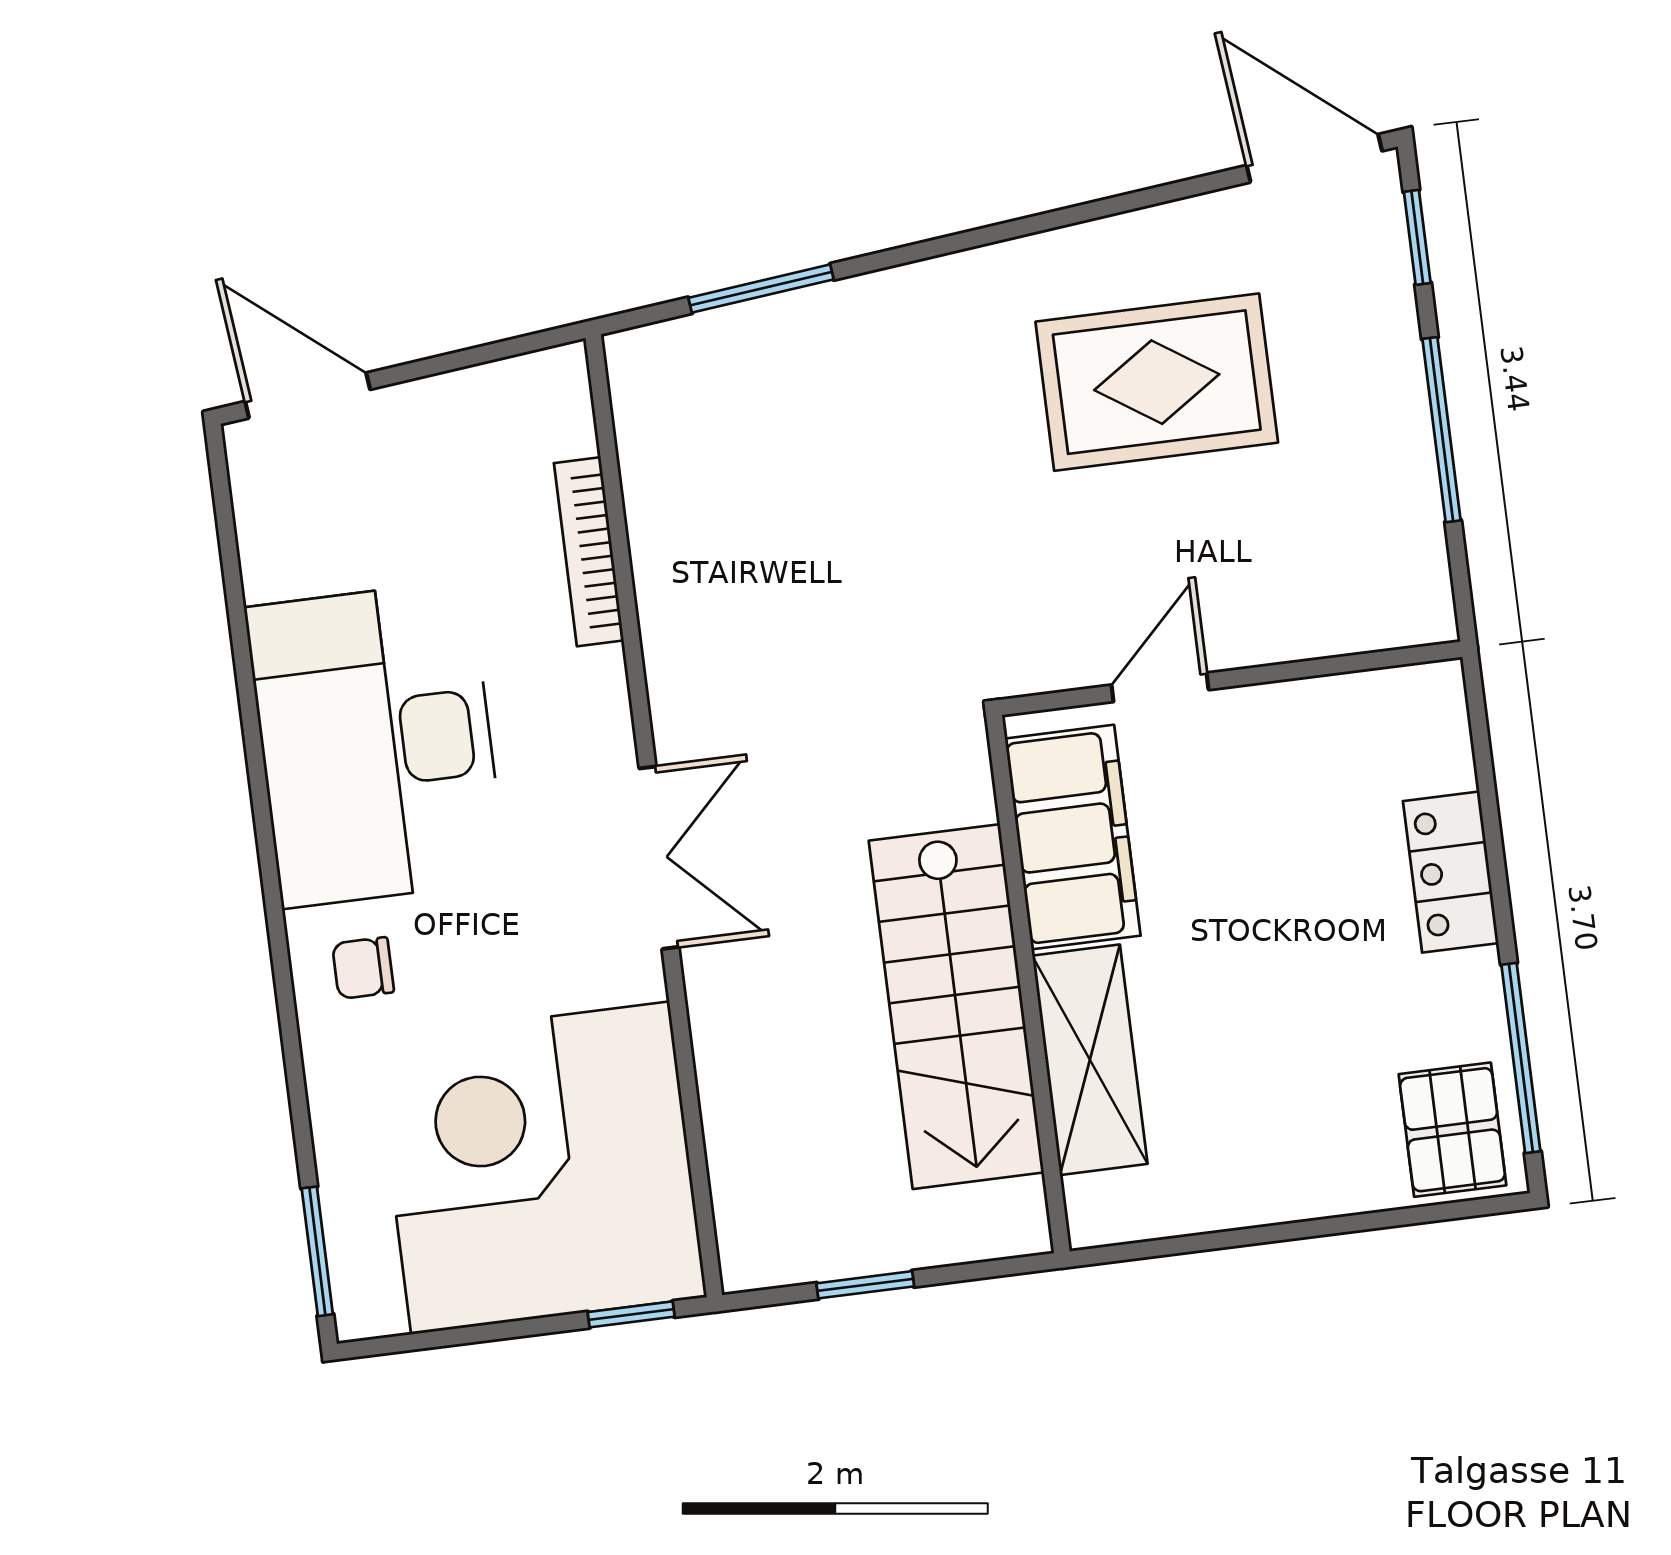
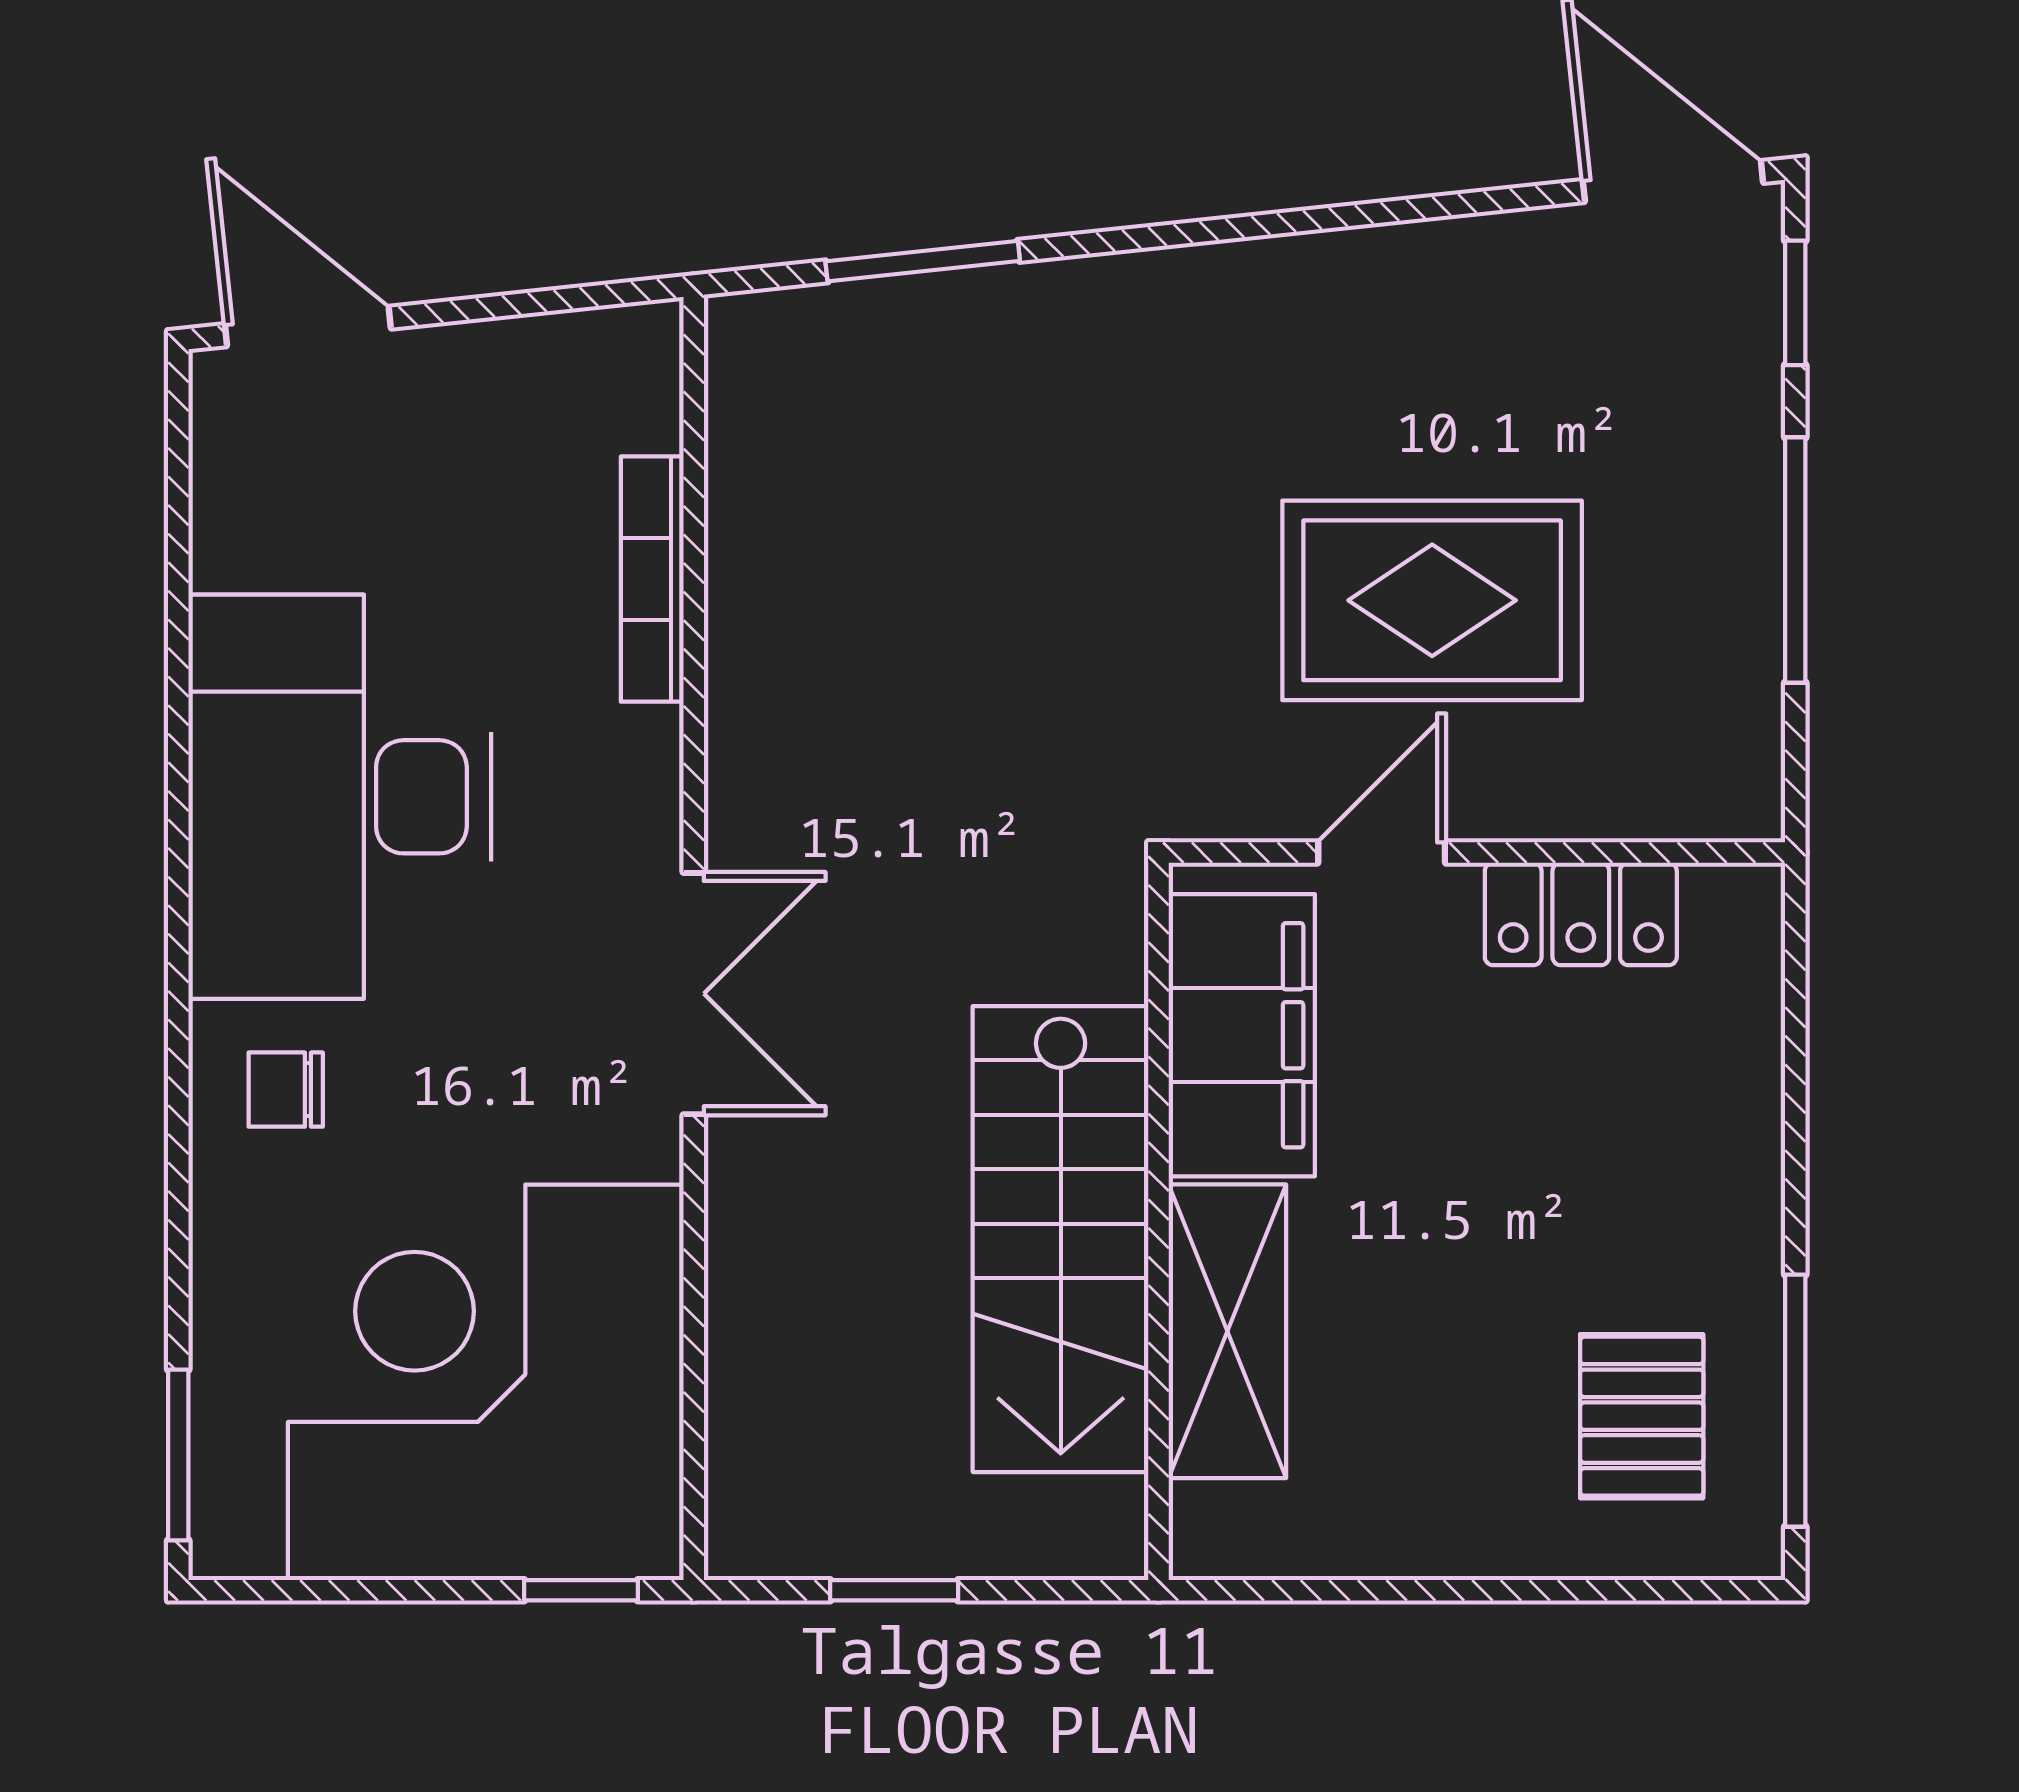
rug: (1157, 382) -> (1432, 600), moved
locker: (1451, 872) -> (1581, 914), moved, turned -90
pallet: (1452, 1130) -> (1642, 1416), moved

